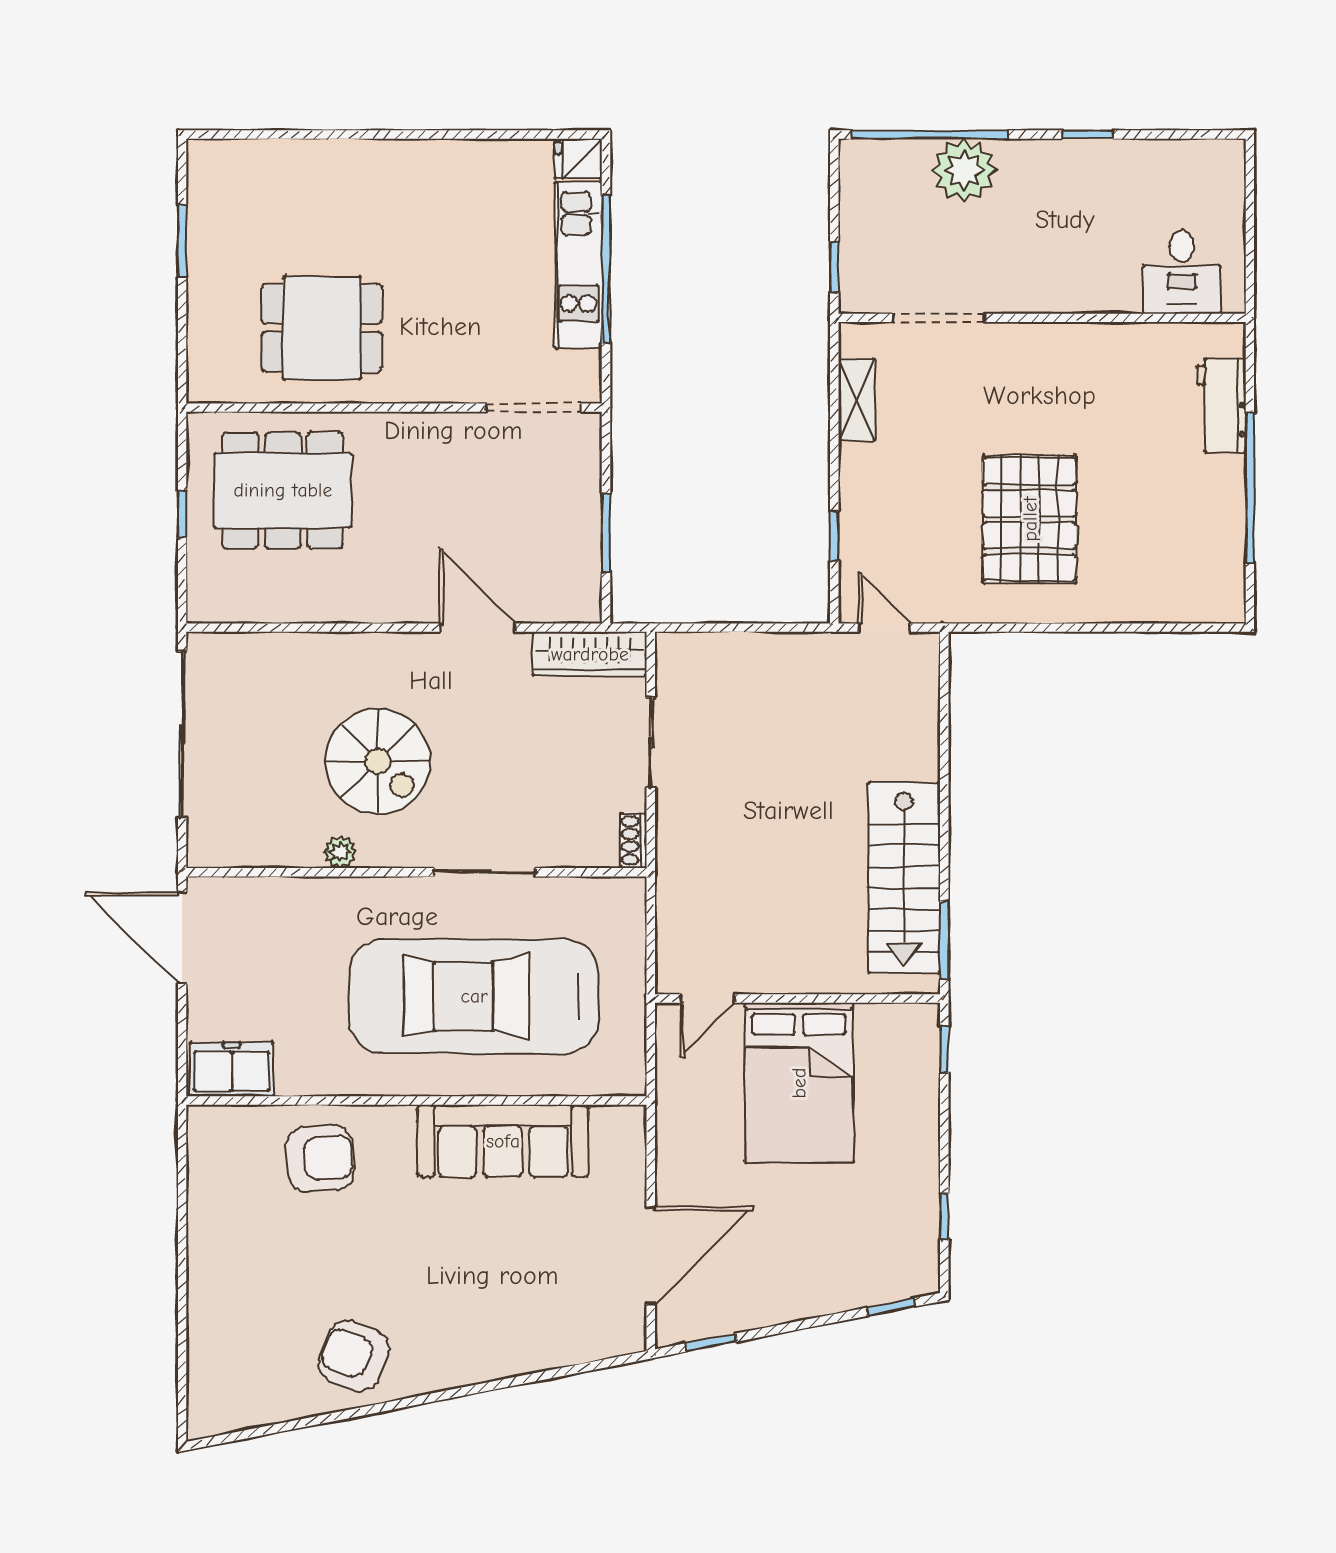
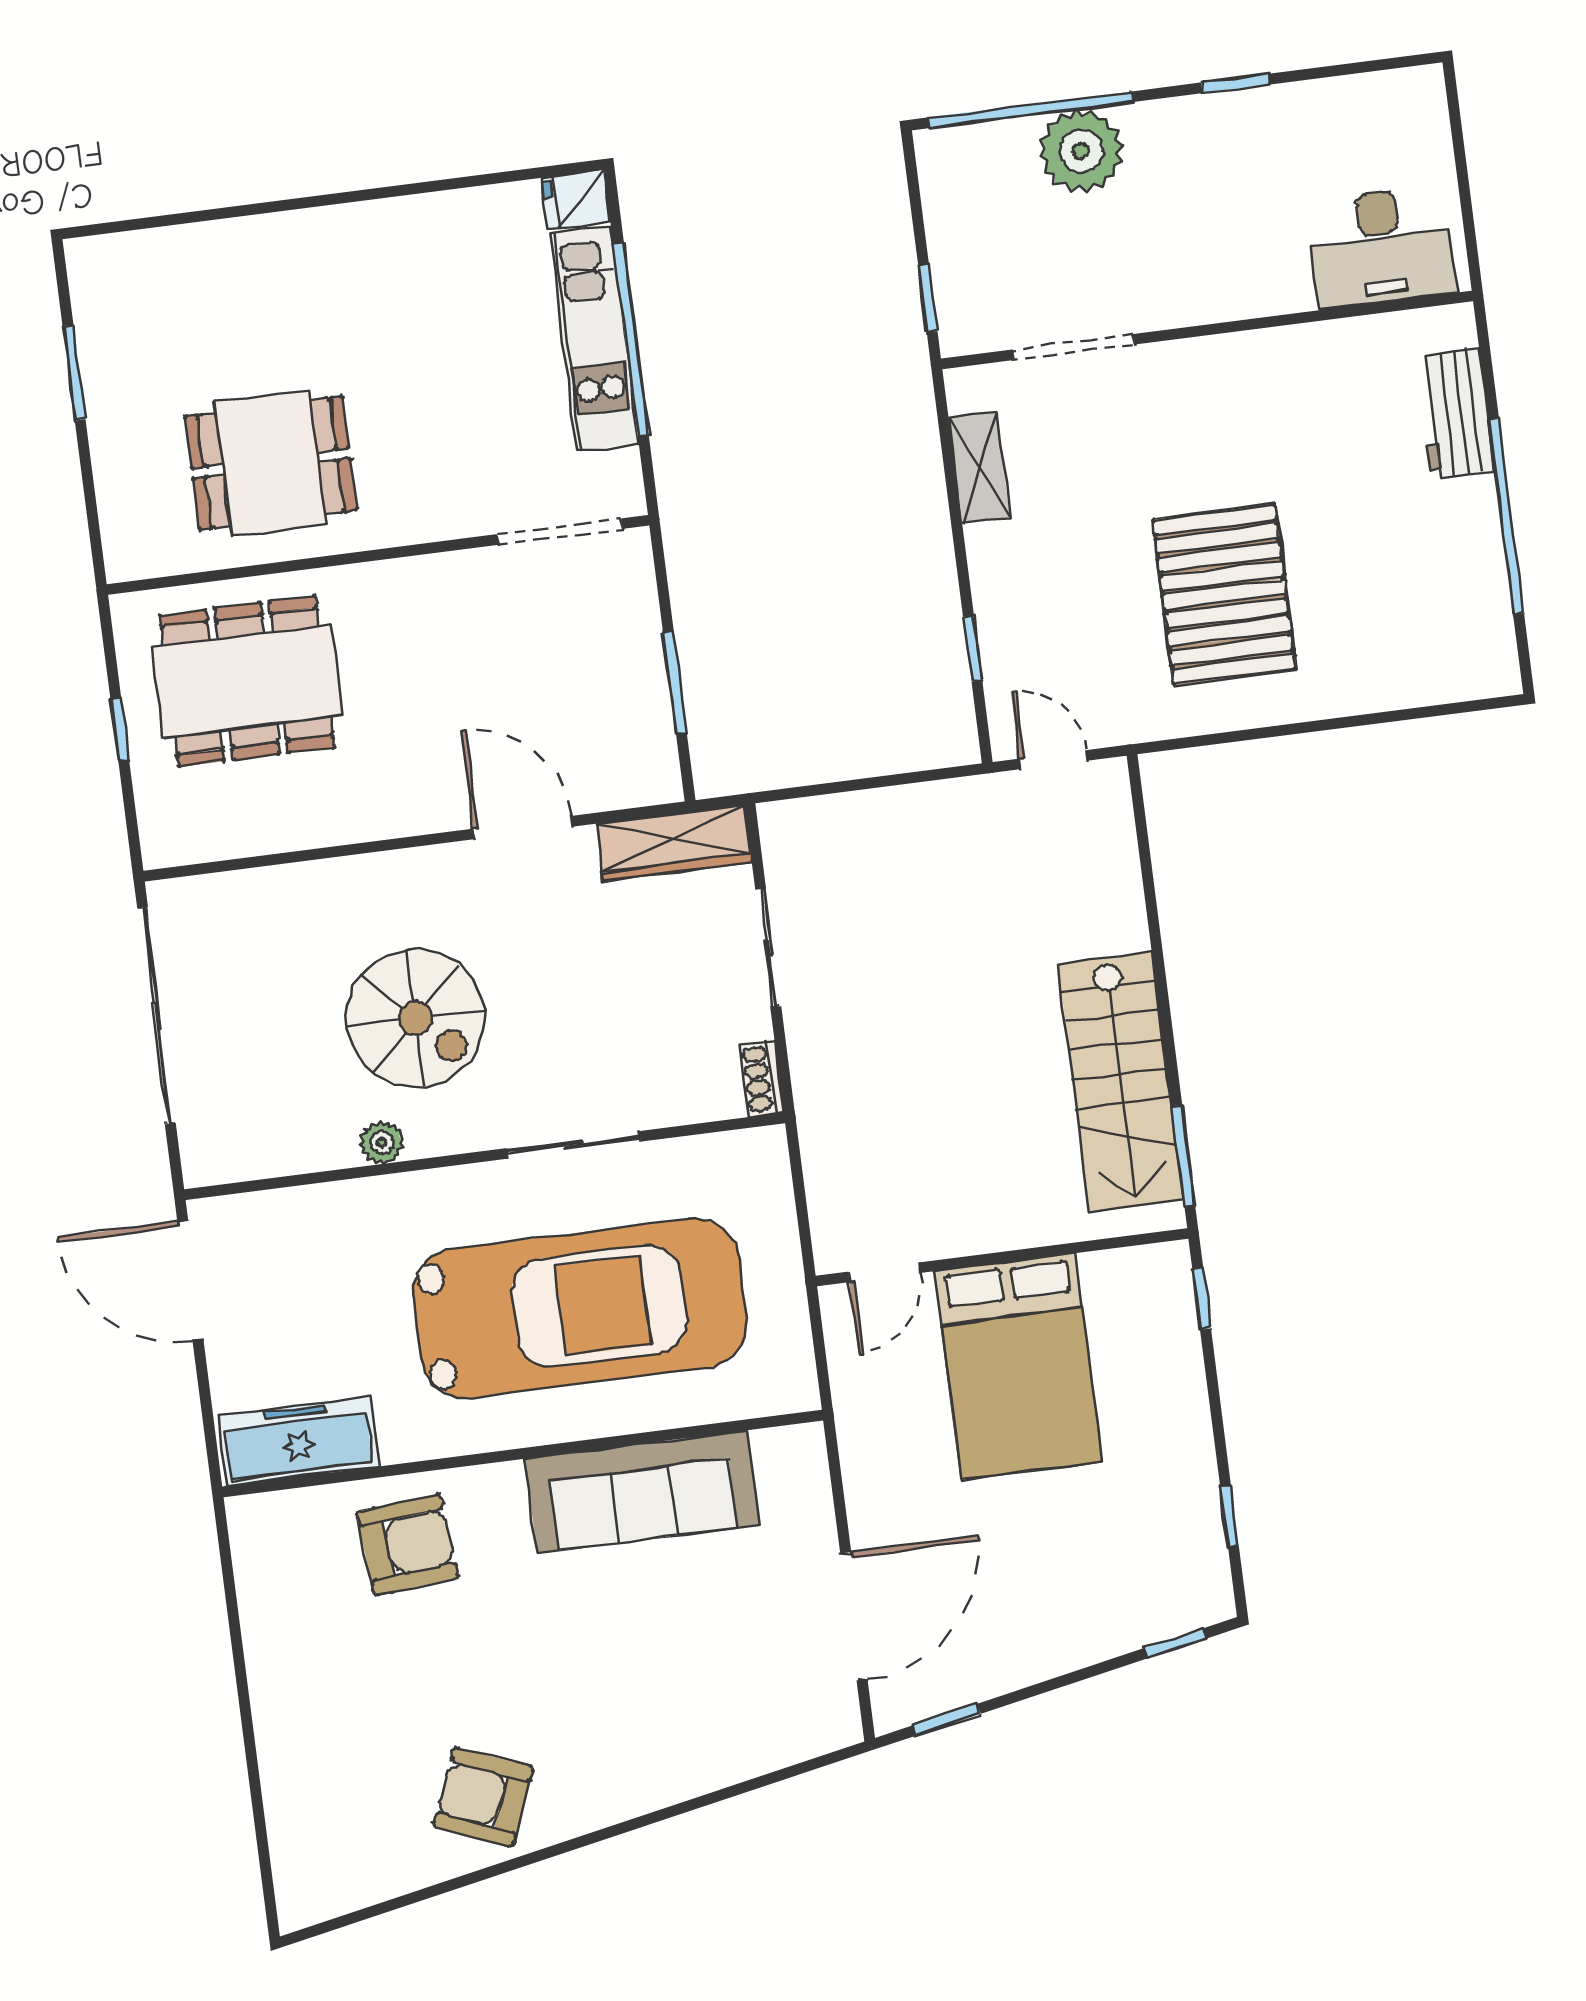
desk: (1182, 272) -> (1381, 247), width x1.37
car: (474, 996) -> (580, 1308), turned 180
freezer: (232, 1069) -> (299, 1441), width x1.40

